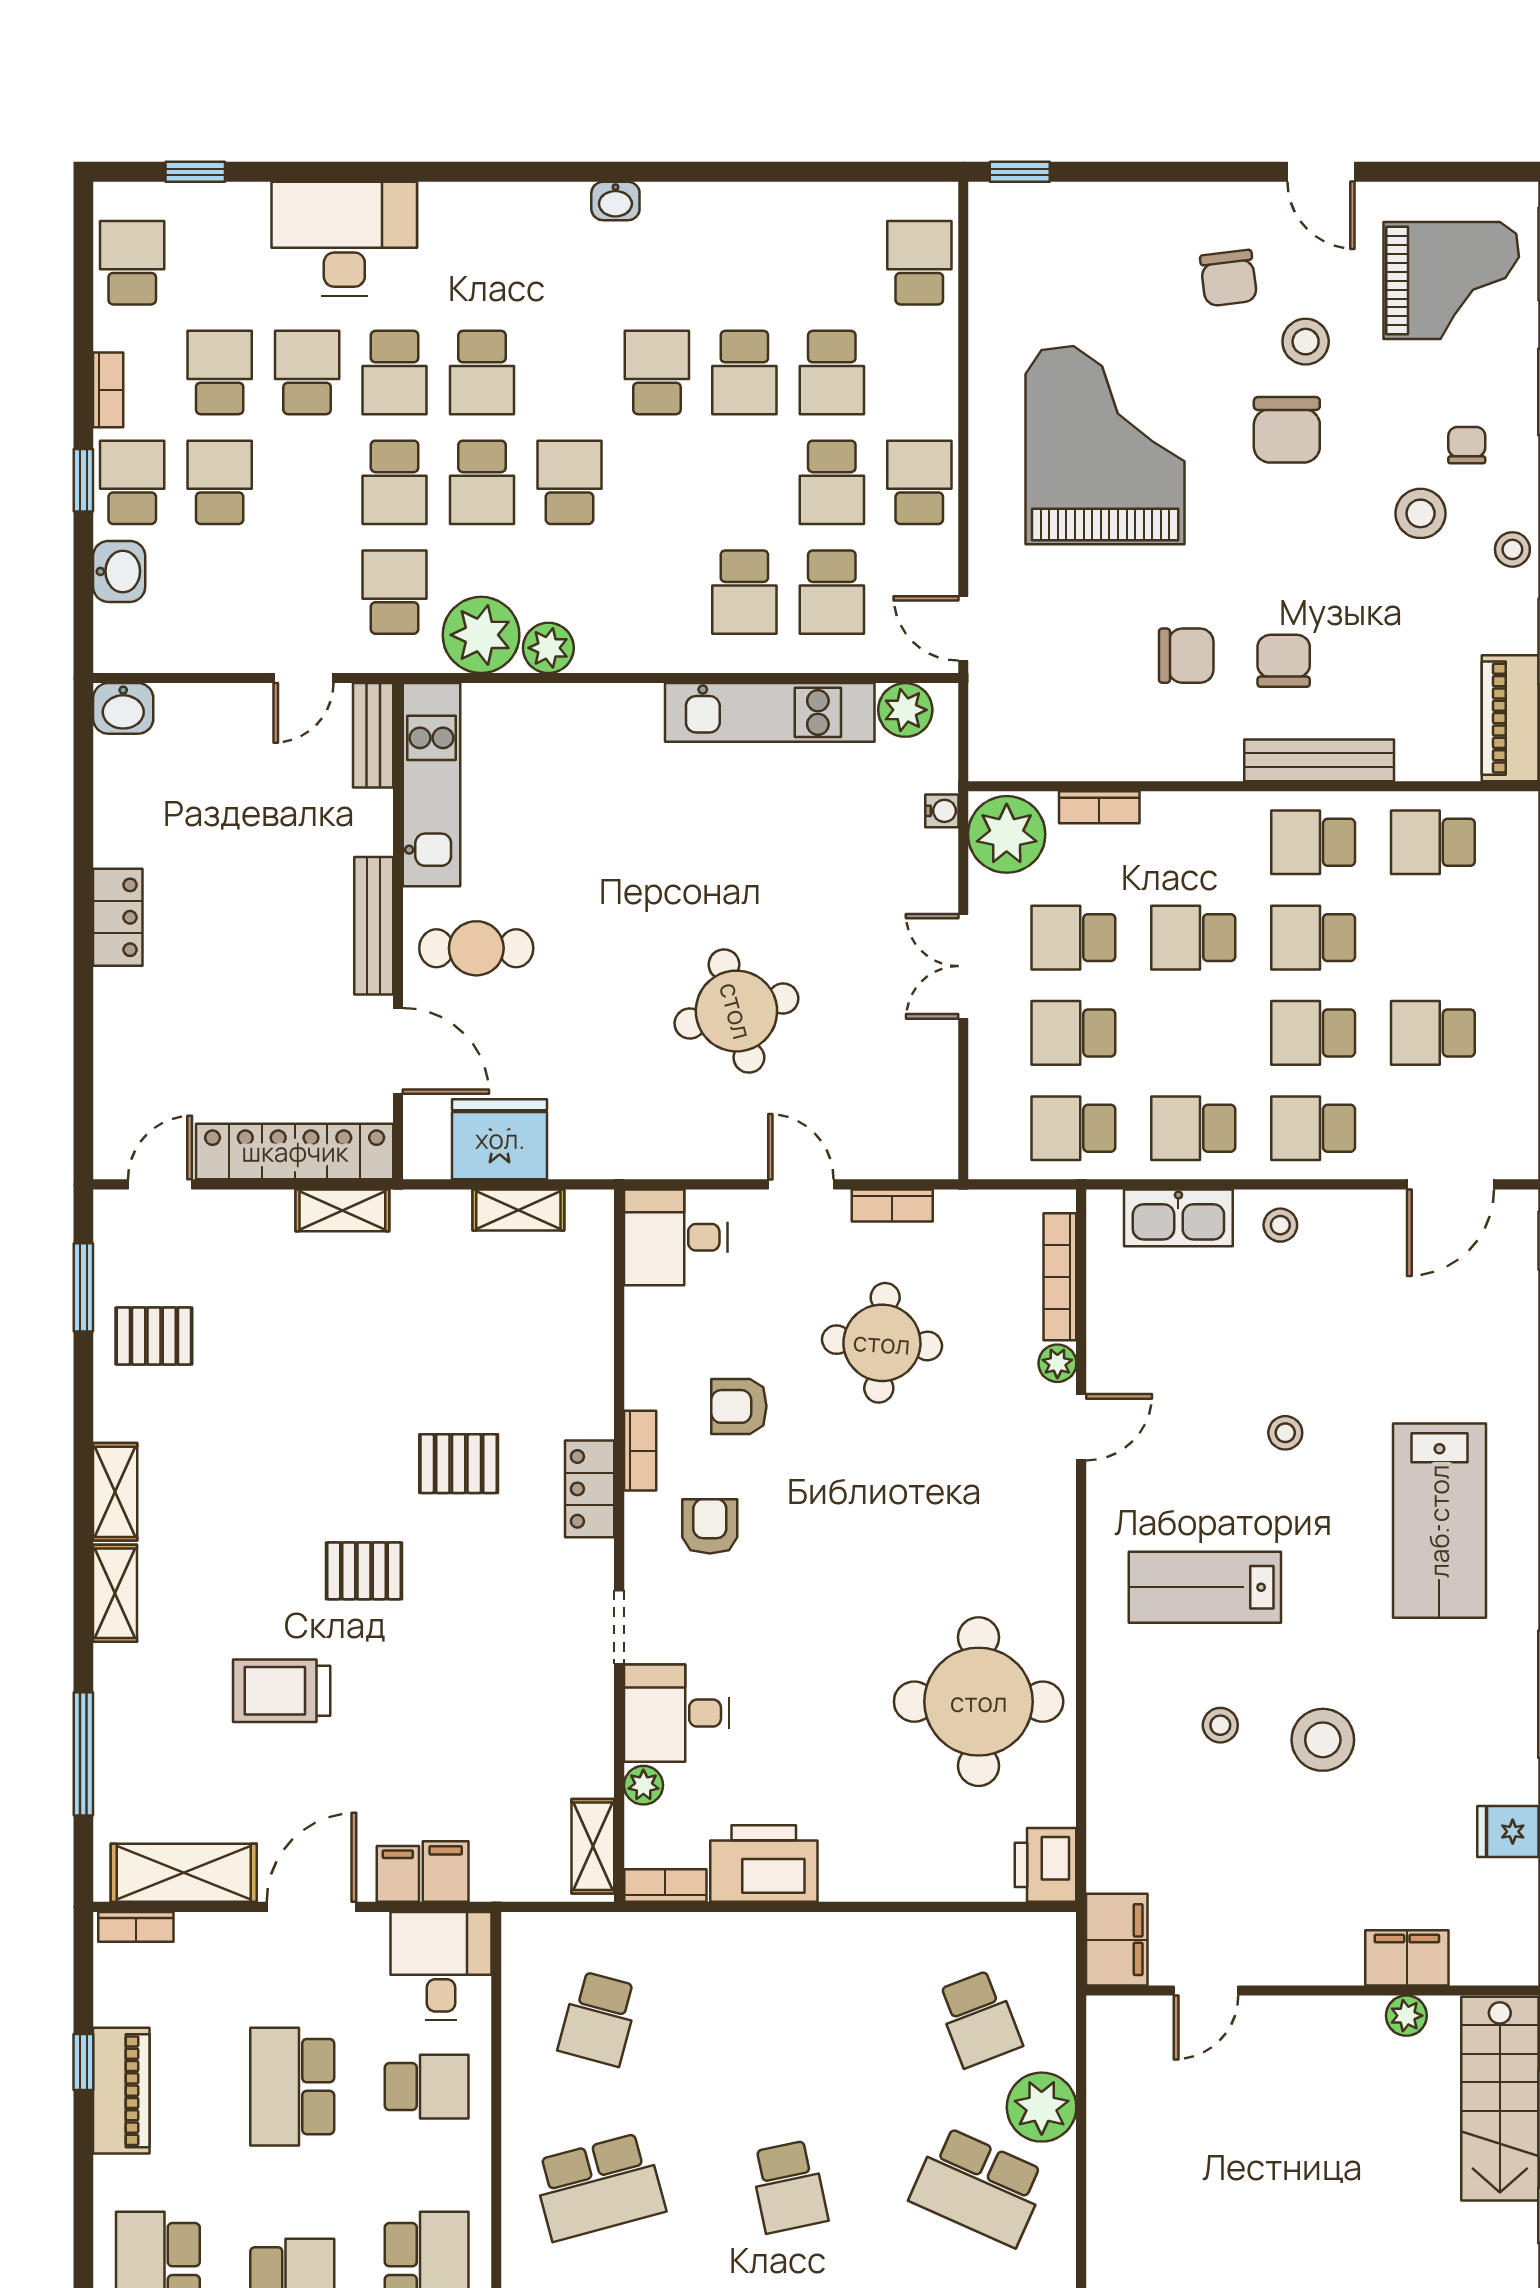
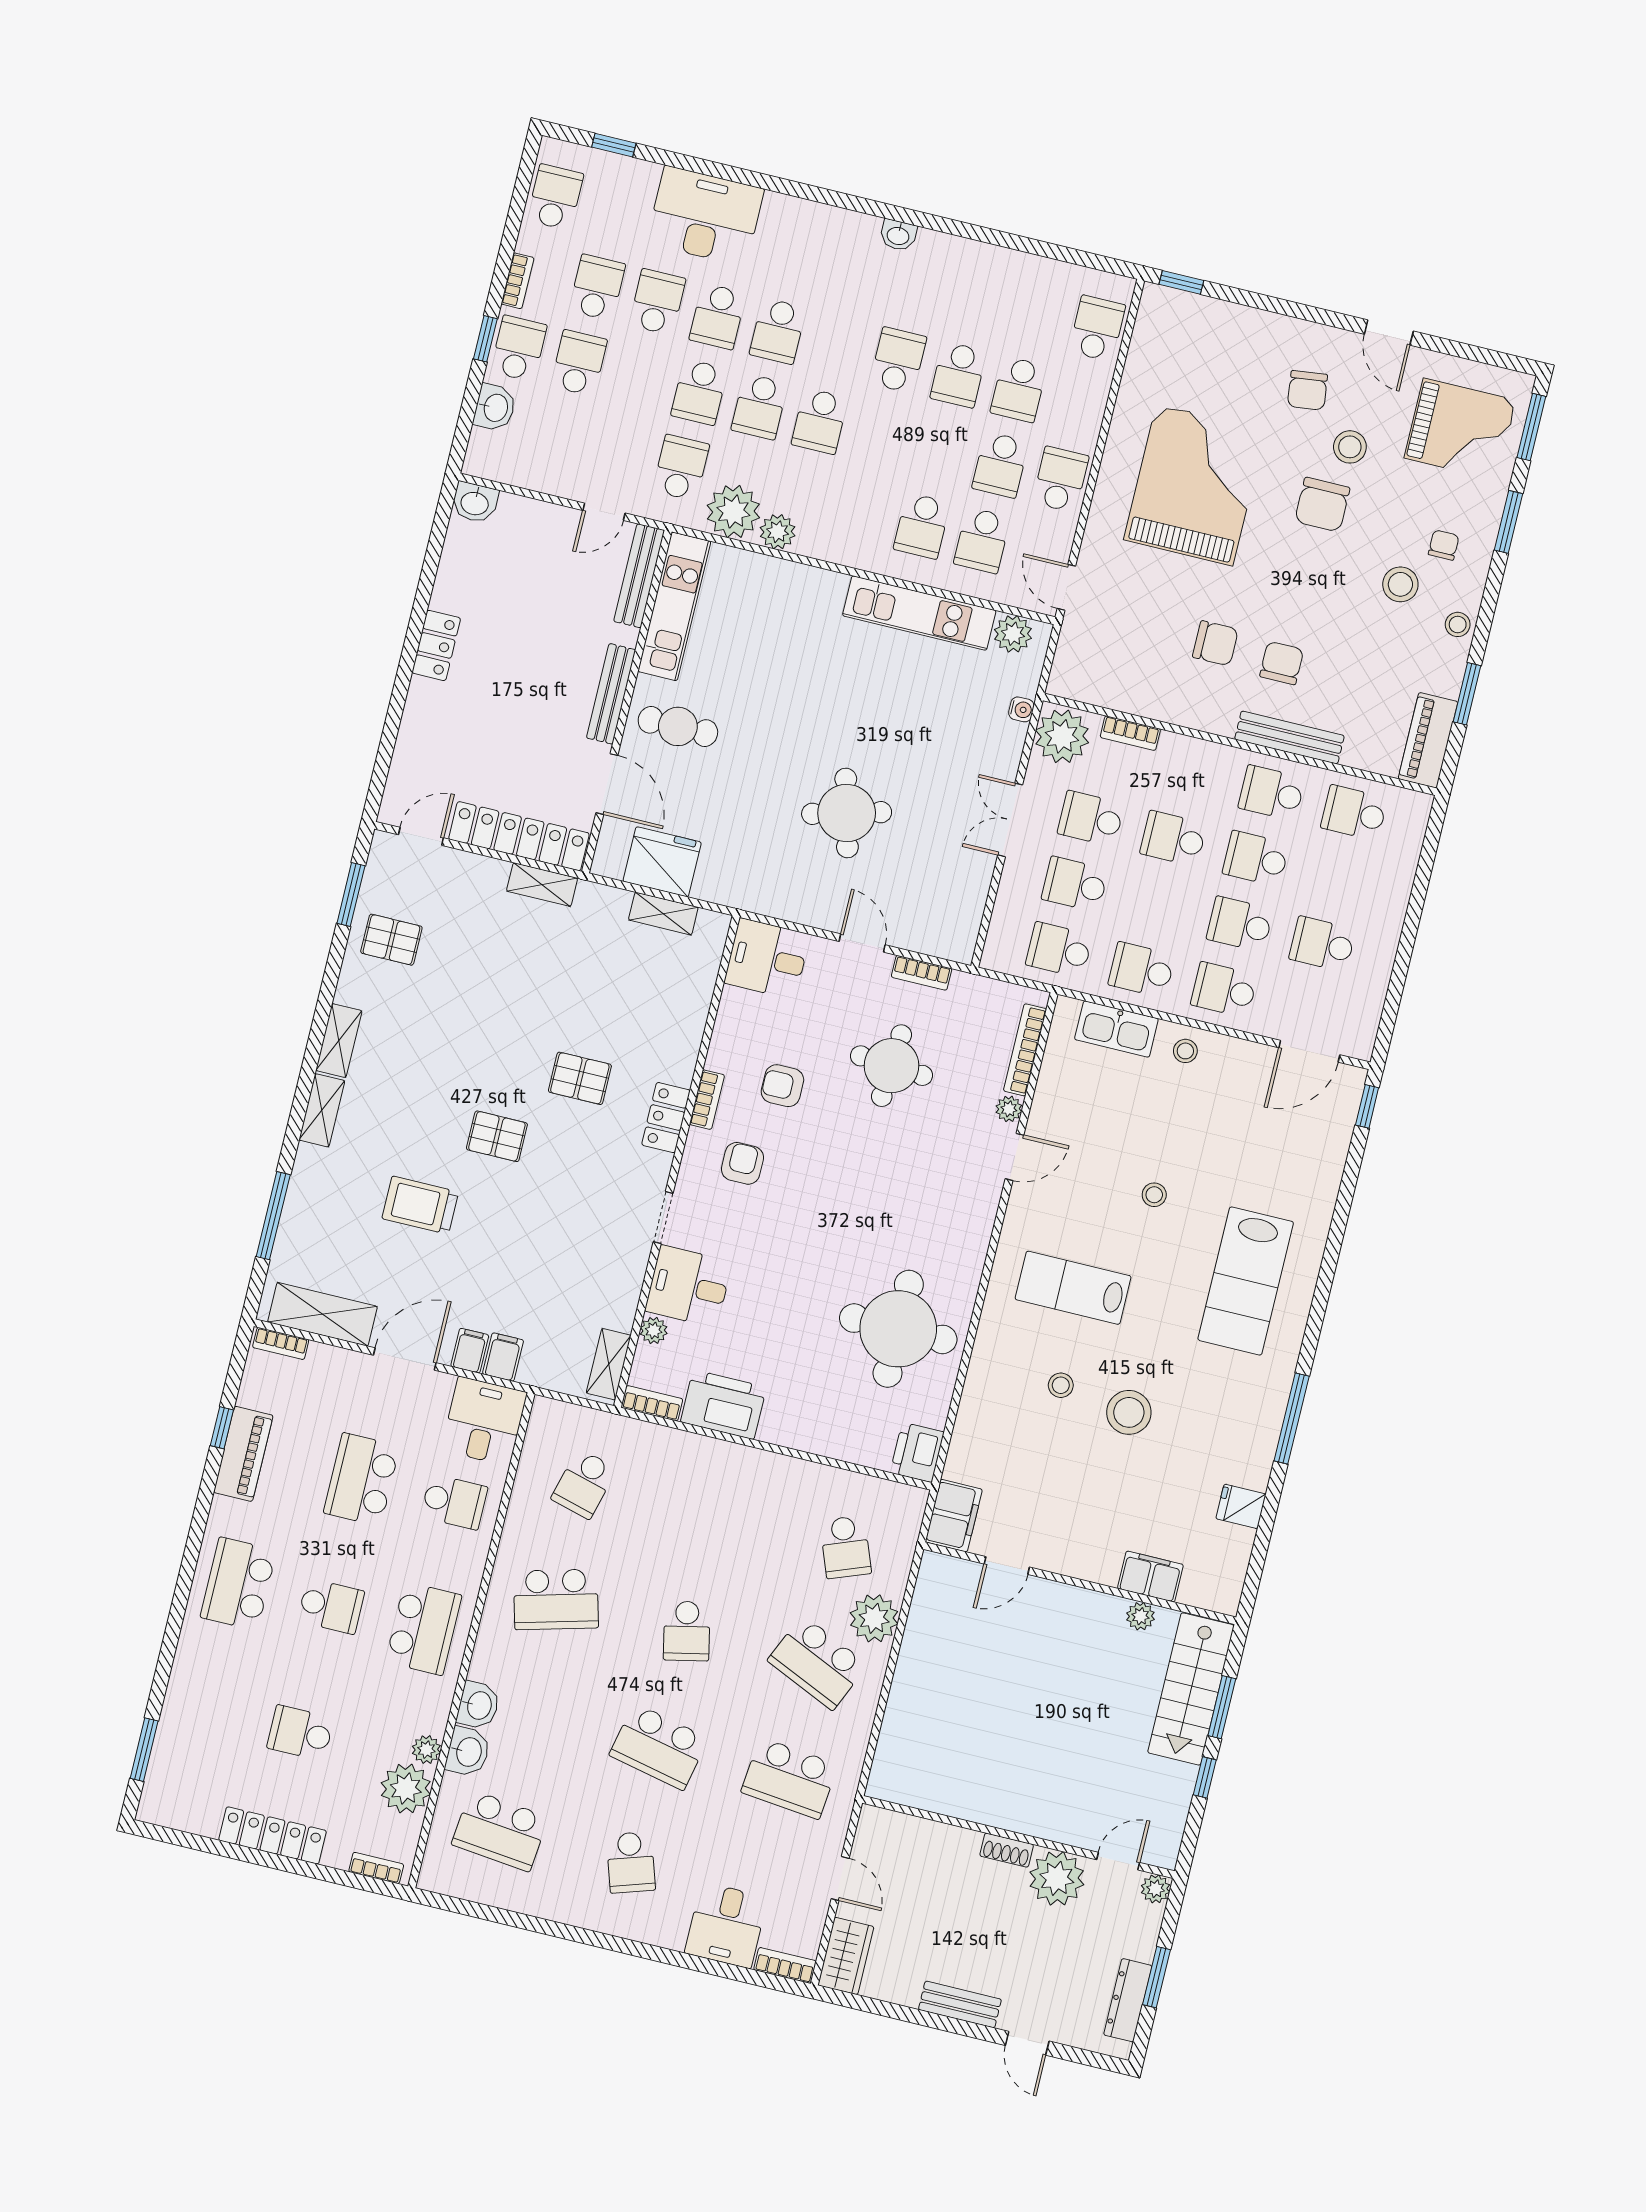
school desk: (569, 482) -> (820, 421), turned 180
bench: (373, 735) -> (639, 576), width x1.36

